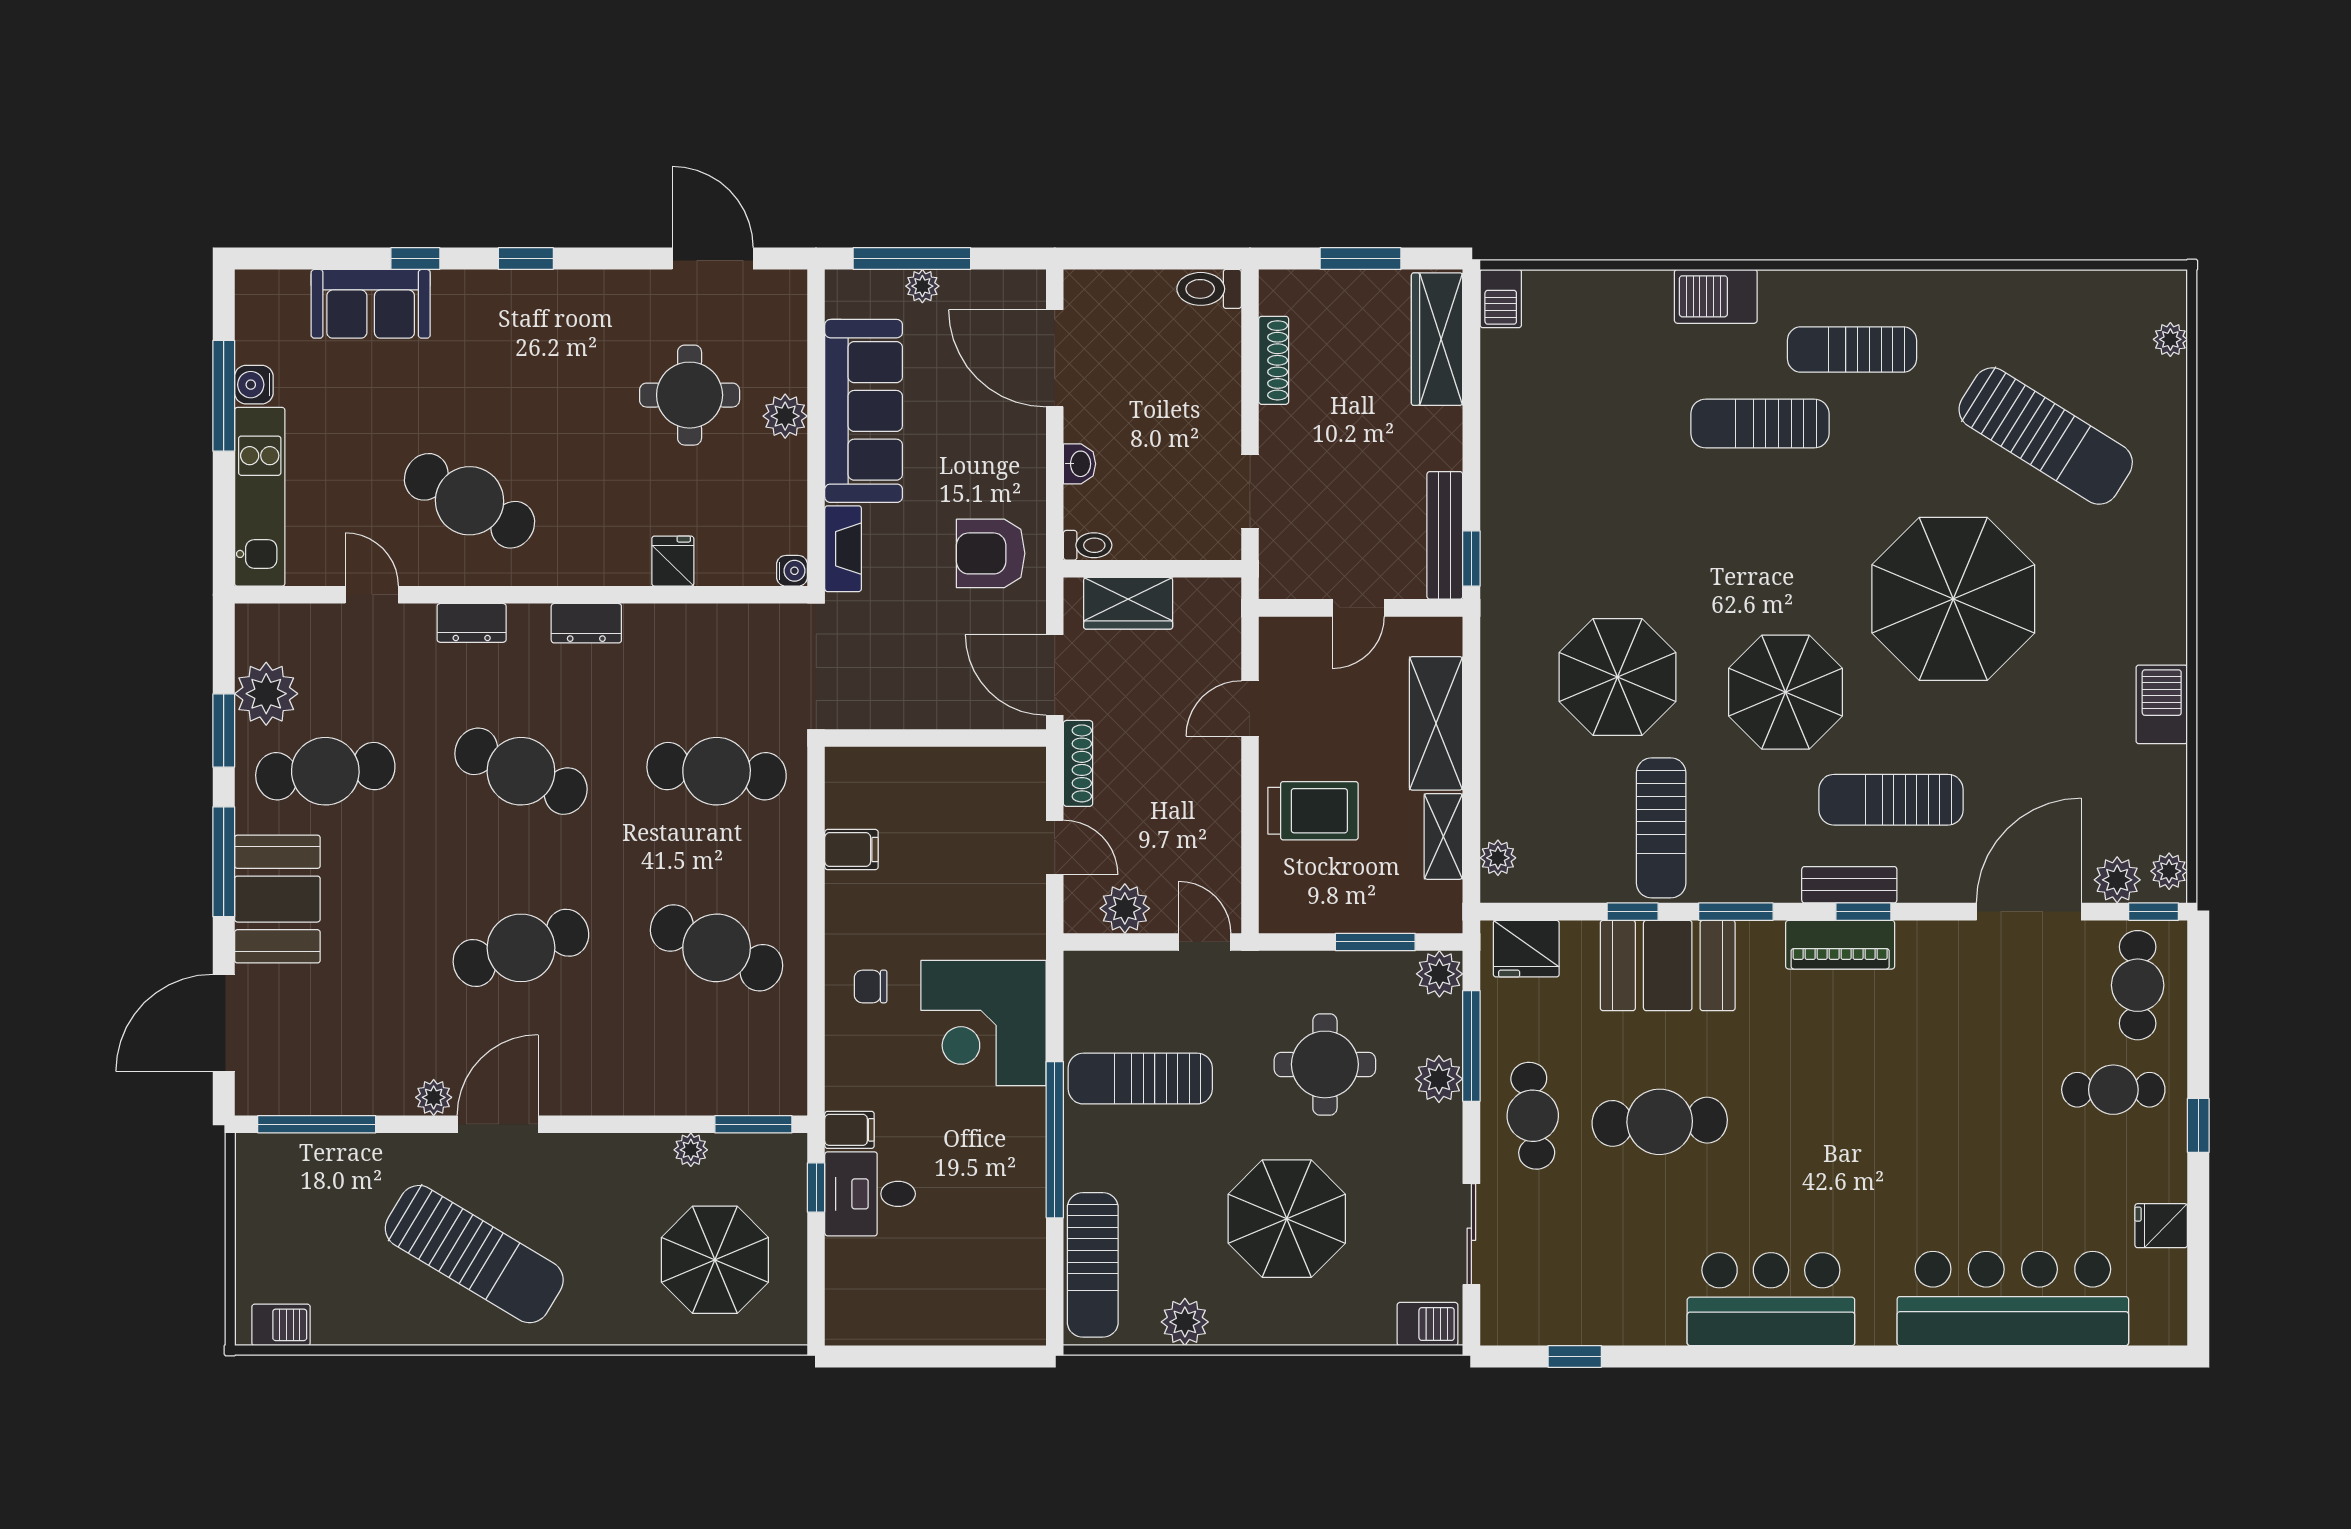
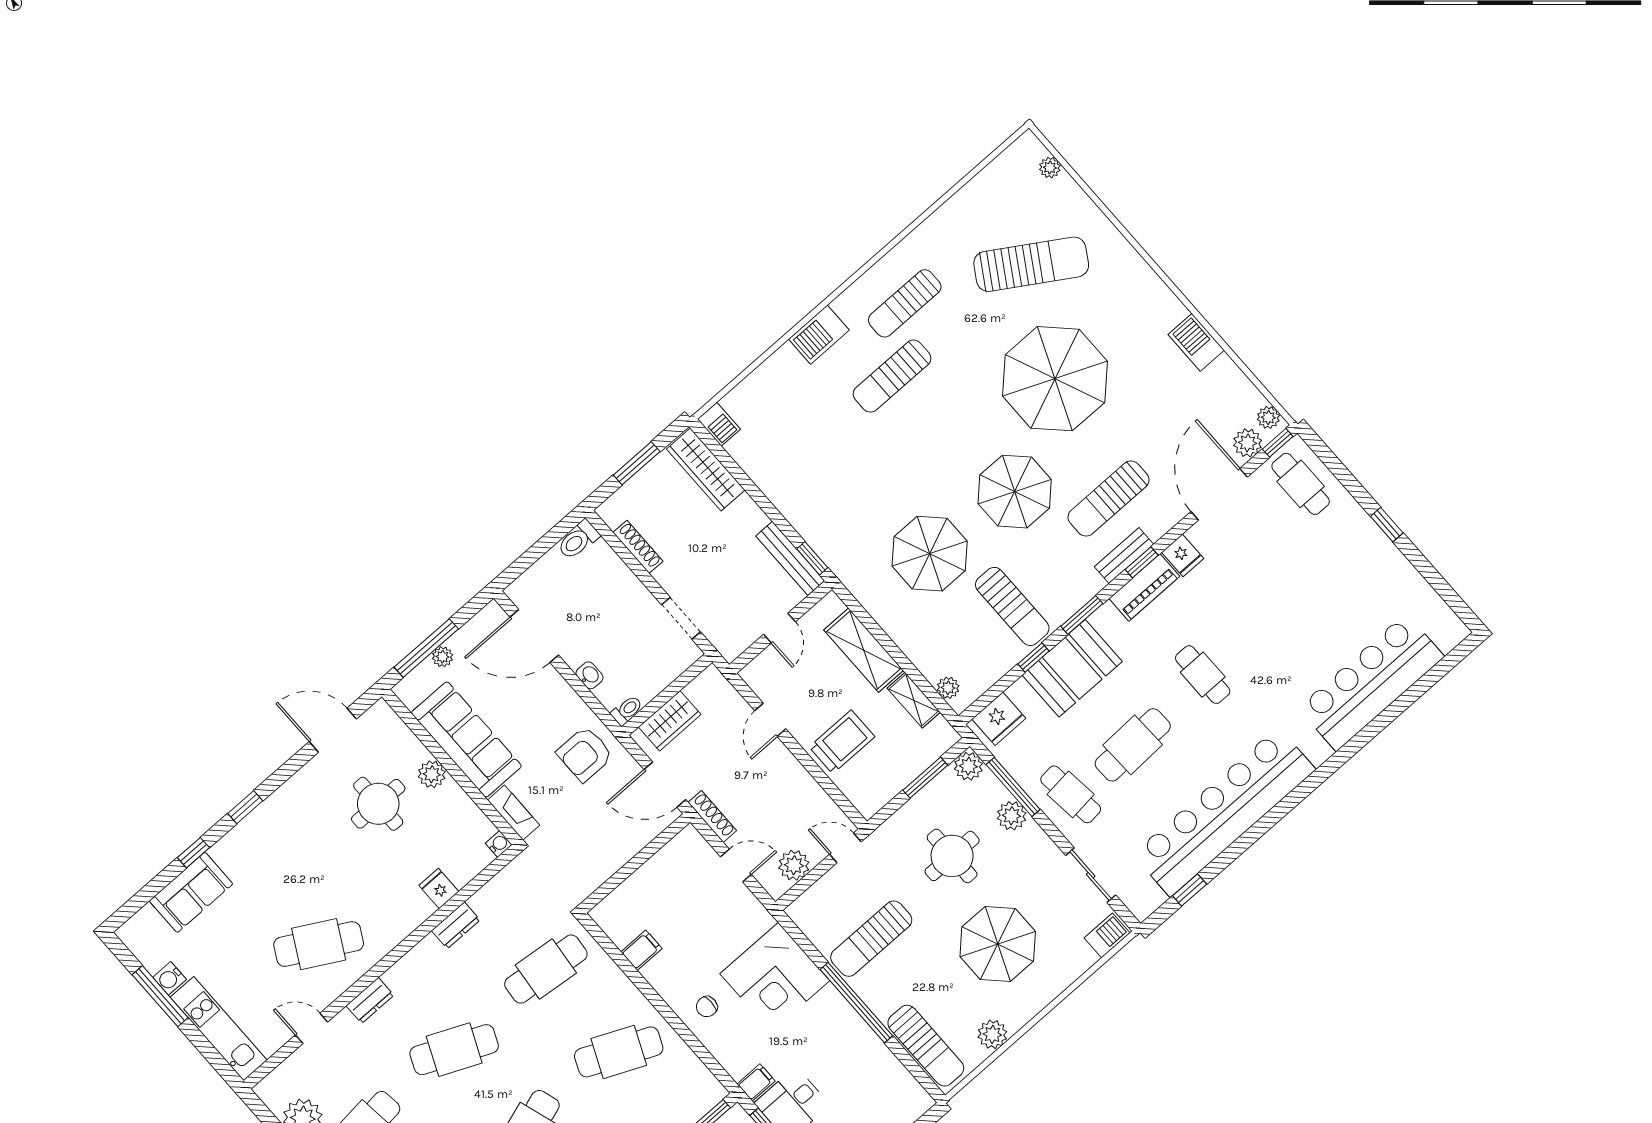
dresser: (586, 623) -> (456, 925), moved
cafe table: (2113, 1090) -> (1203, 675), moved, turned 90
fridge: (2161, 1226) -> (1183, 555), moved, turned -90
bar counter: (1771, 1299) -> (1224, 812), width x1.86

